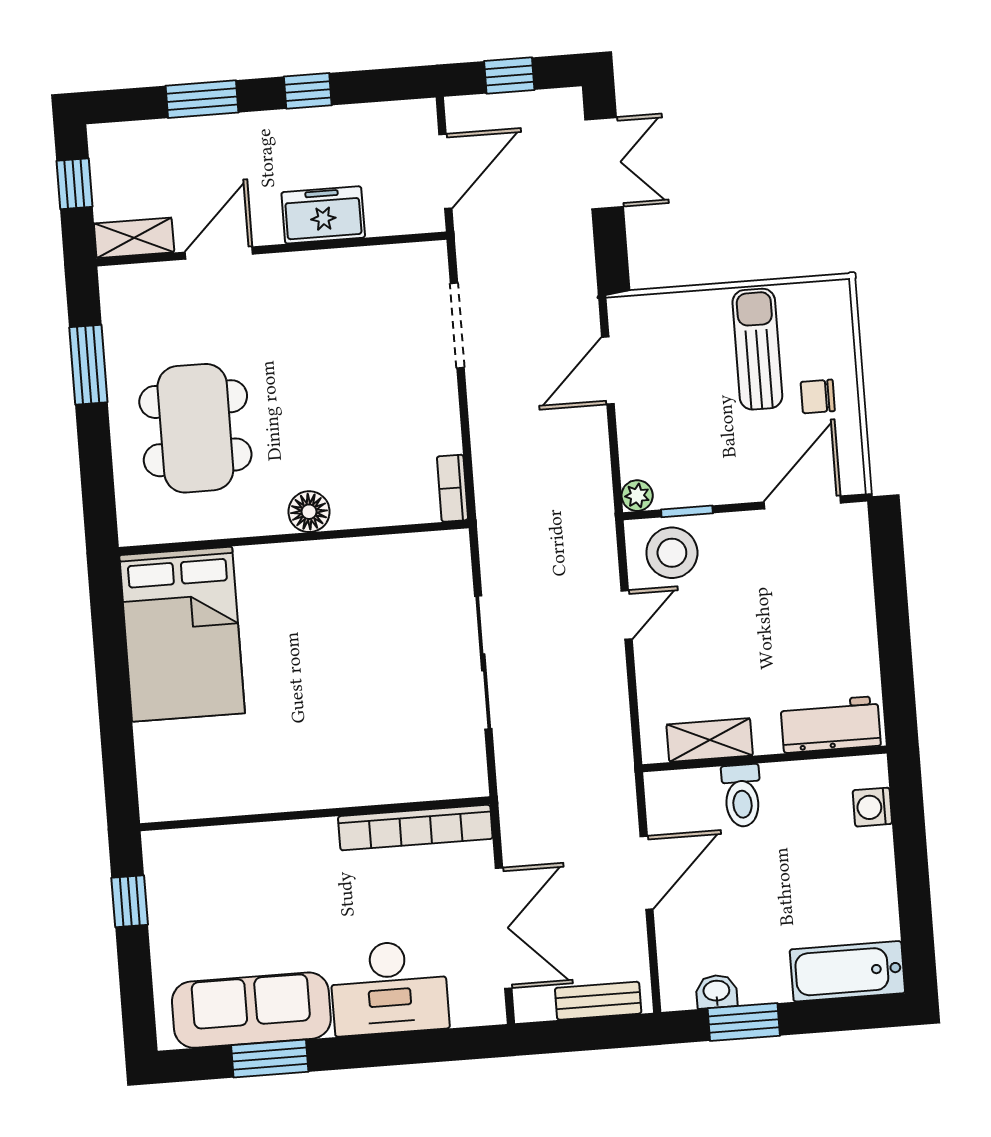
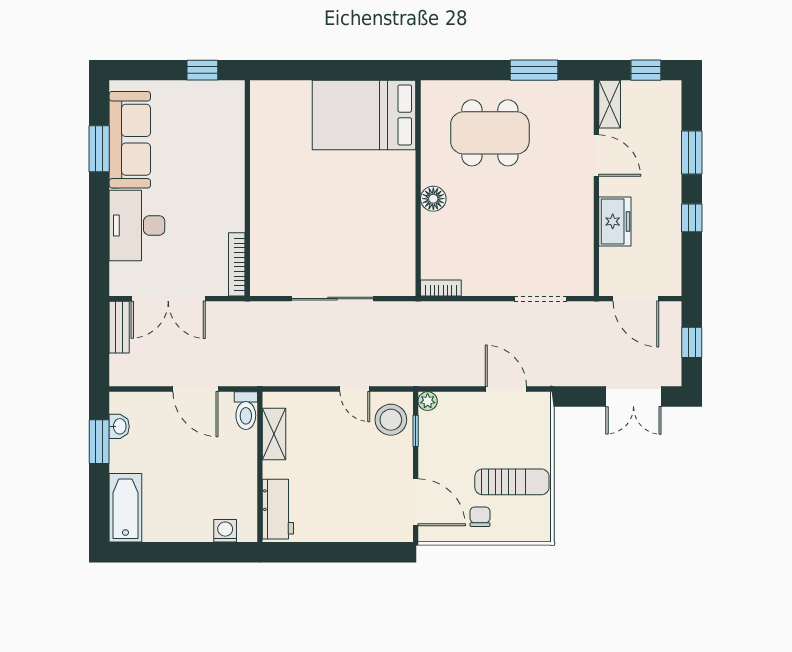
toilet: (742, 796) -> (246, 411), moved, turned -90
bookcase: (415, 828) -> (237, 264), width x0.68, depth x0.76
bench: (598, 1001) -> (119, 327), moved

